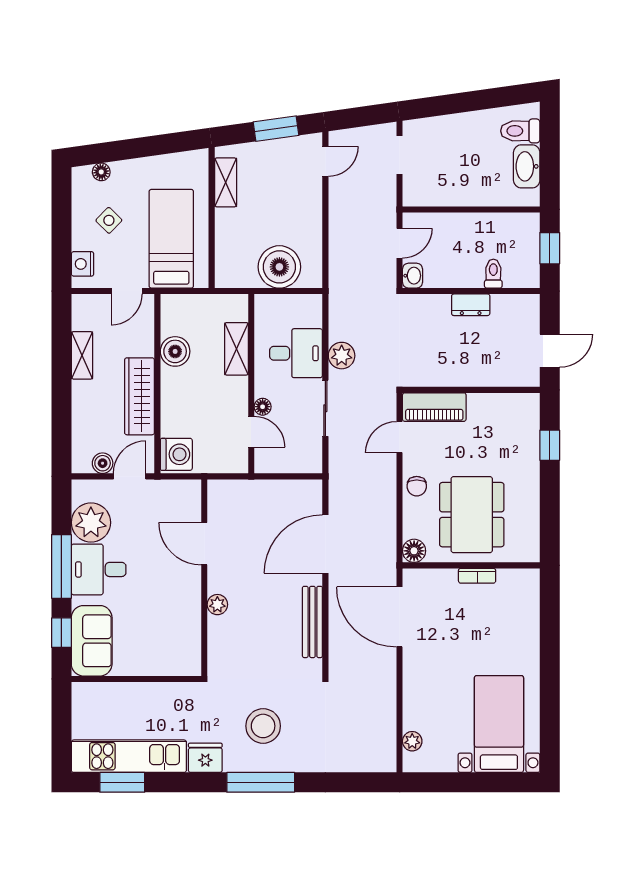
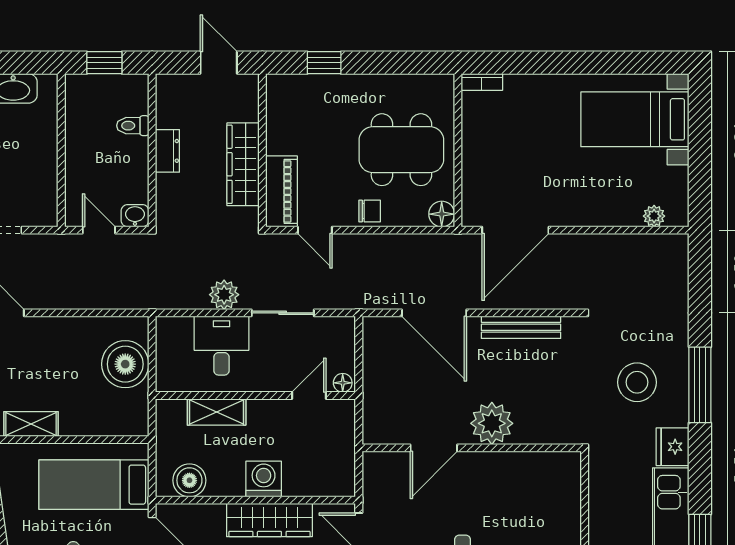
boiler: (175, 351) -> (189, 480), moved
wardrobe: (459, 373) -> (243, 164), added
floor lamp: (263, 407) -> (343, 383), moved
washing machine: (176, 454) -> (264, 479), moved
bookcase: (477, 576) -> (482, 82), moved, turned 90
plant: (217, 605) -> (492, 423), width x1.87, depth x1.87

